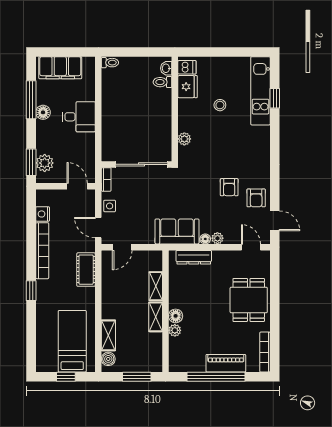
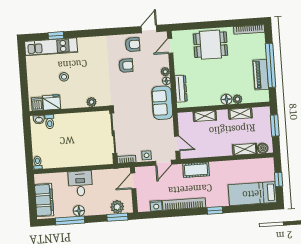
shelving: (156, 317) -> (240, 114), moved
bed: (72, 341) -> (252, 194), moved
piano: (226, 363) -> (261, 75), moved

